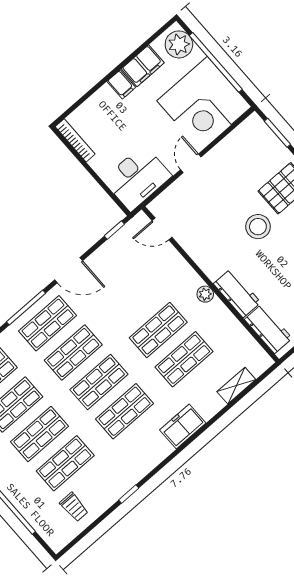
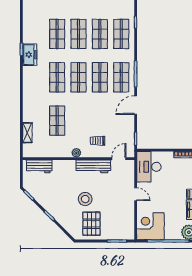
corner desk: (204, 104) -> (150, 226), width x0.74, depth x0.74
workbench: (237, 293) -> (93, 166), moved, width x1.38
shop shelf: (158, 330) -> (79, 121), removed
freezer: (183, 426) -> (30, 55), moved
trolley: (74, 507) -> (98, 141), moved

